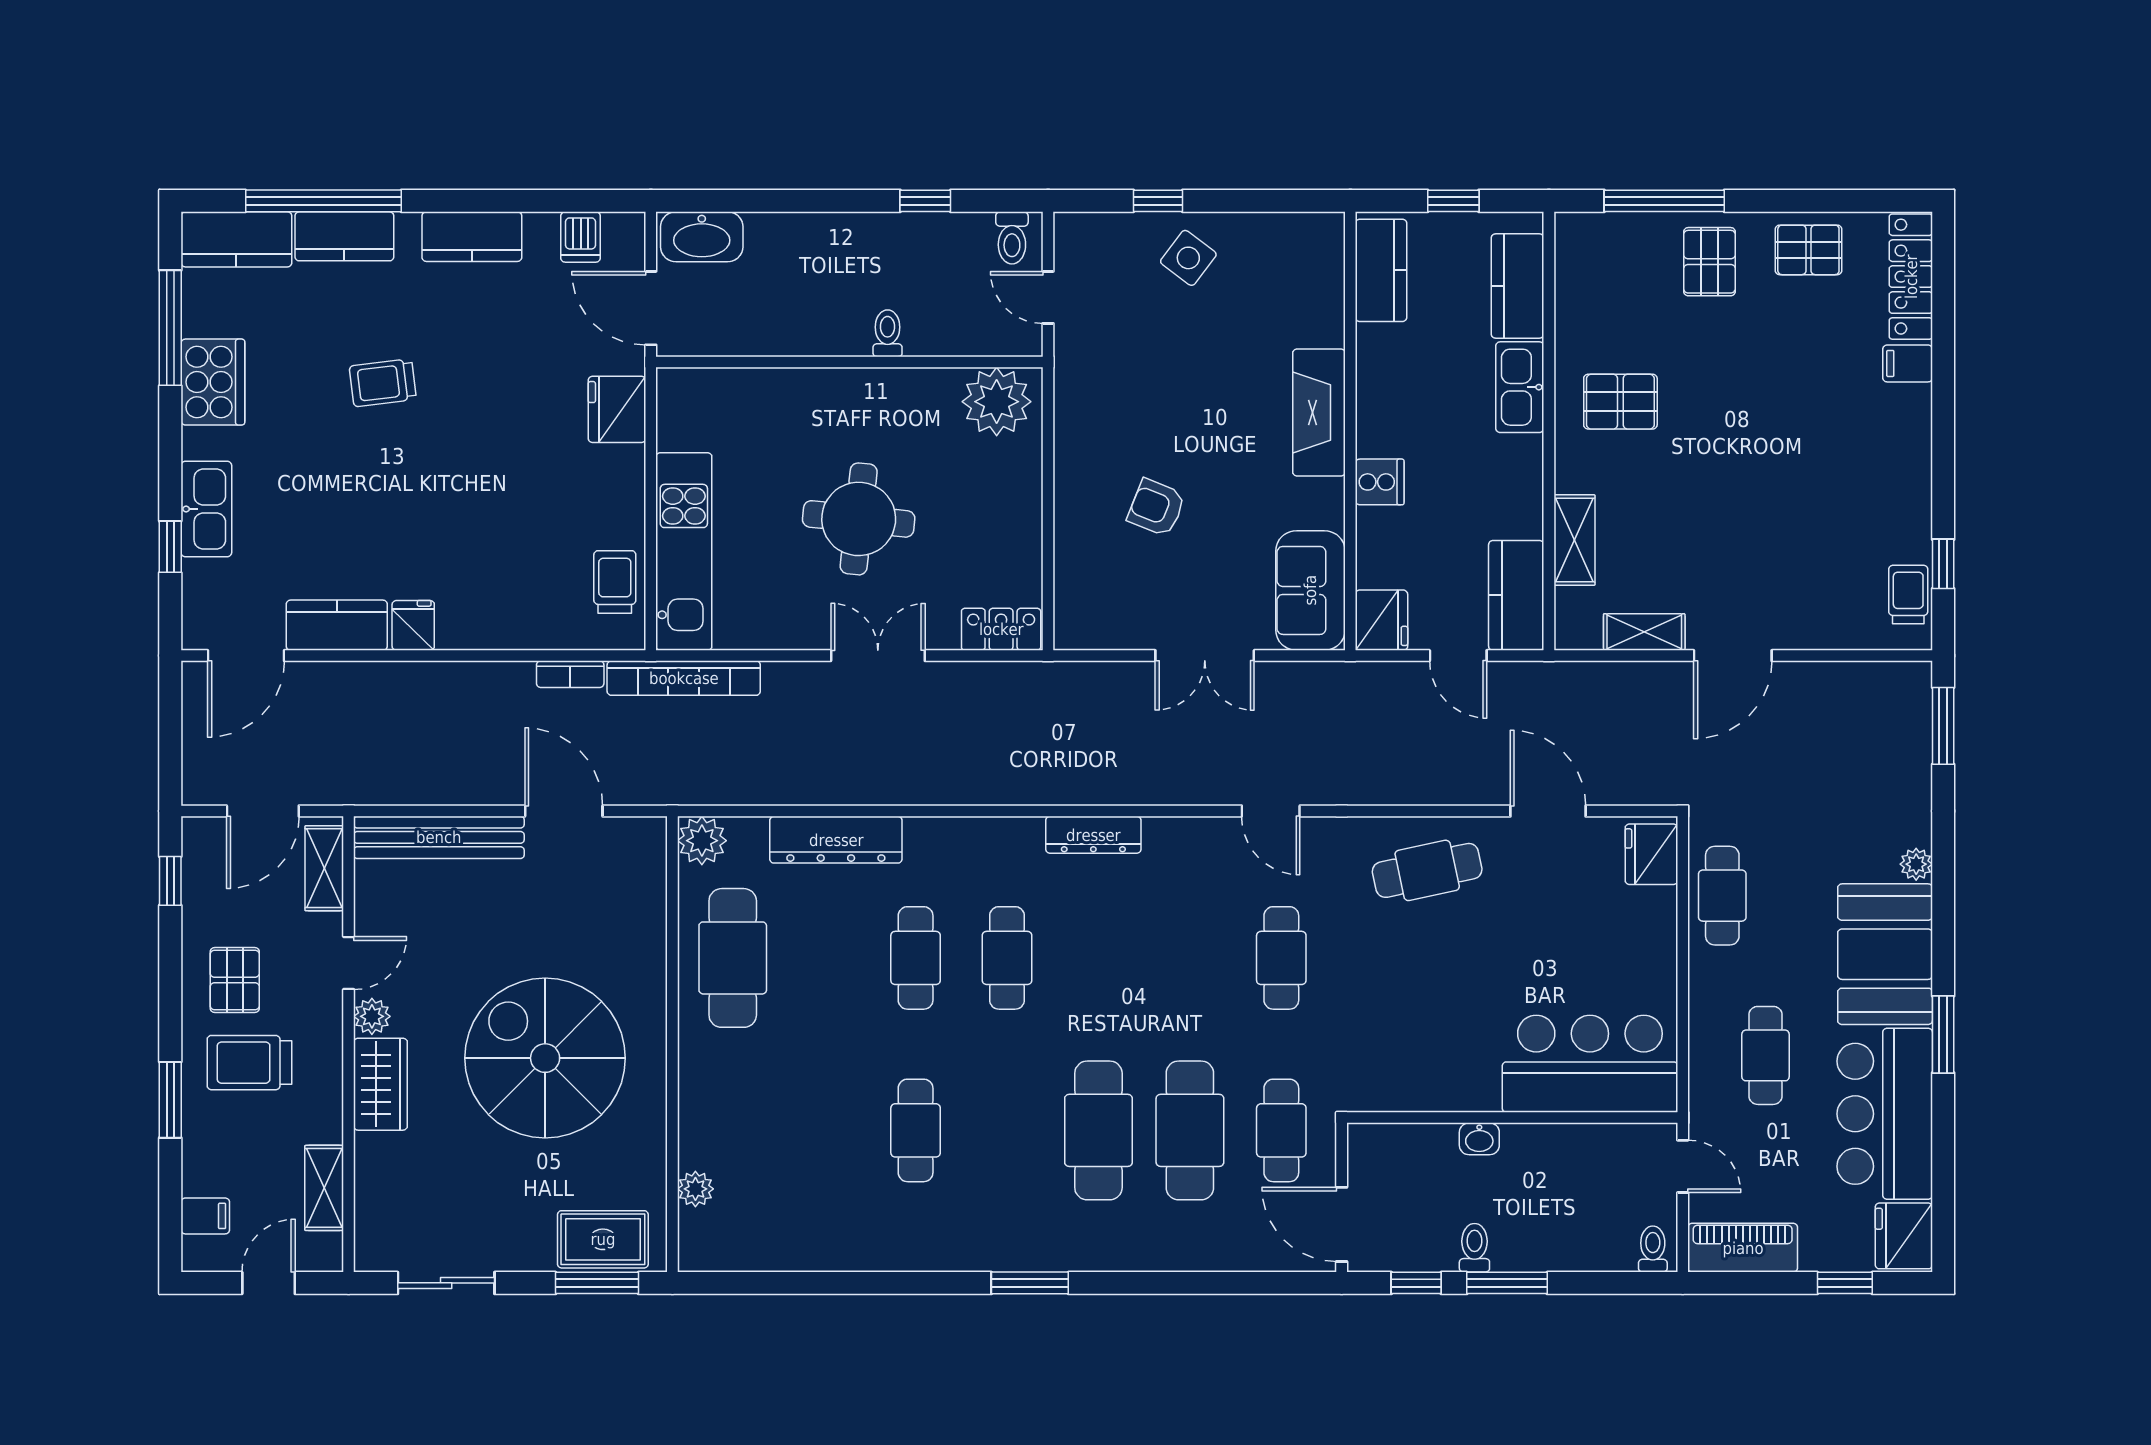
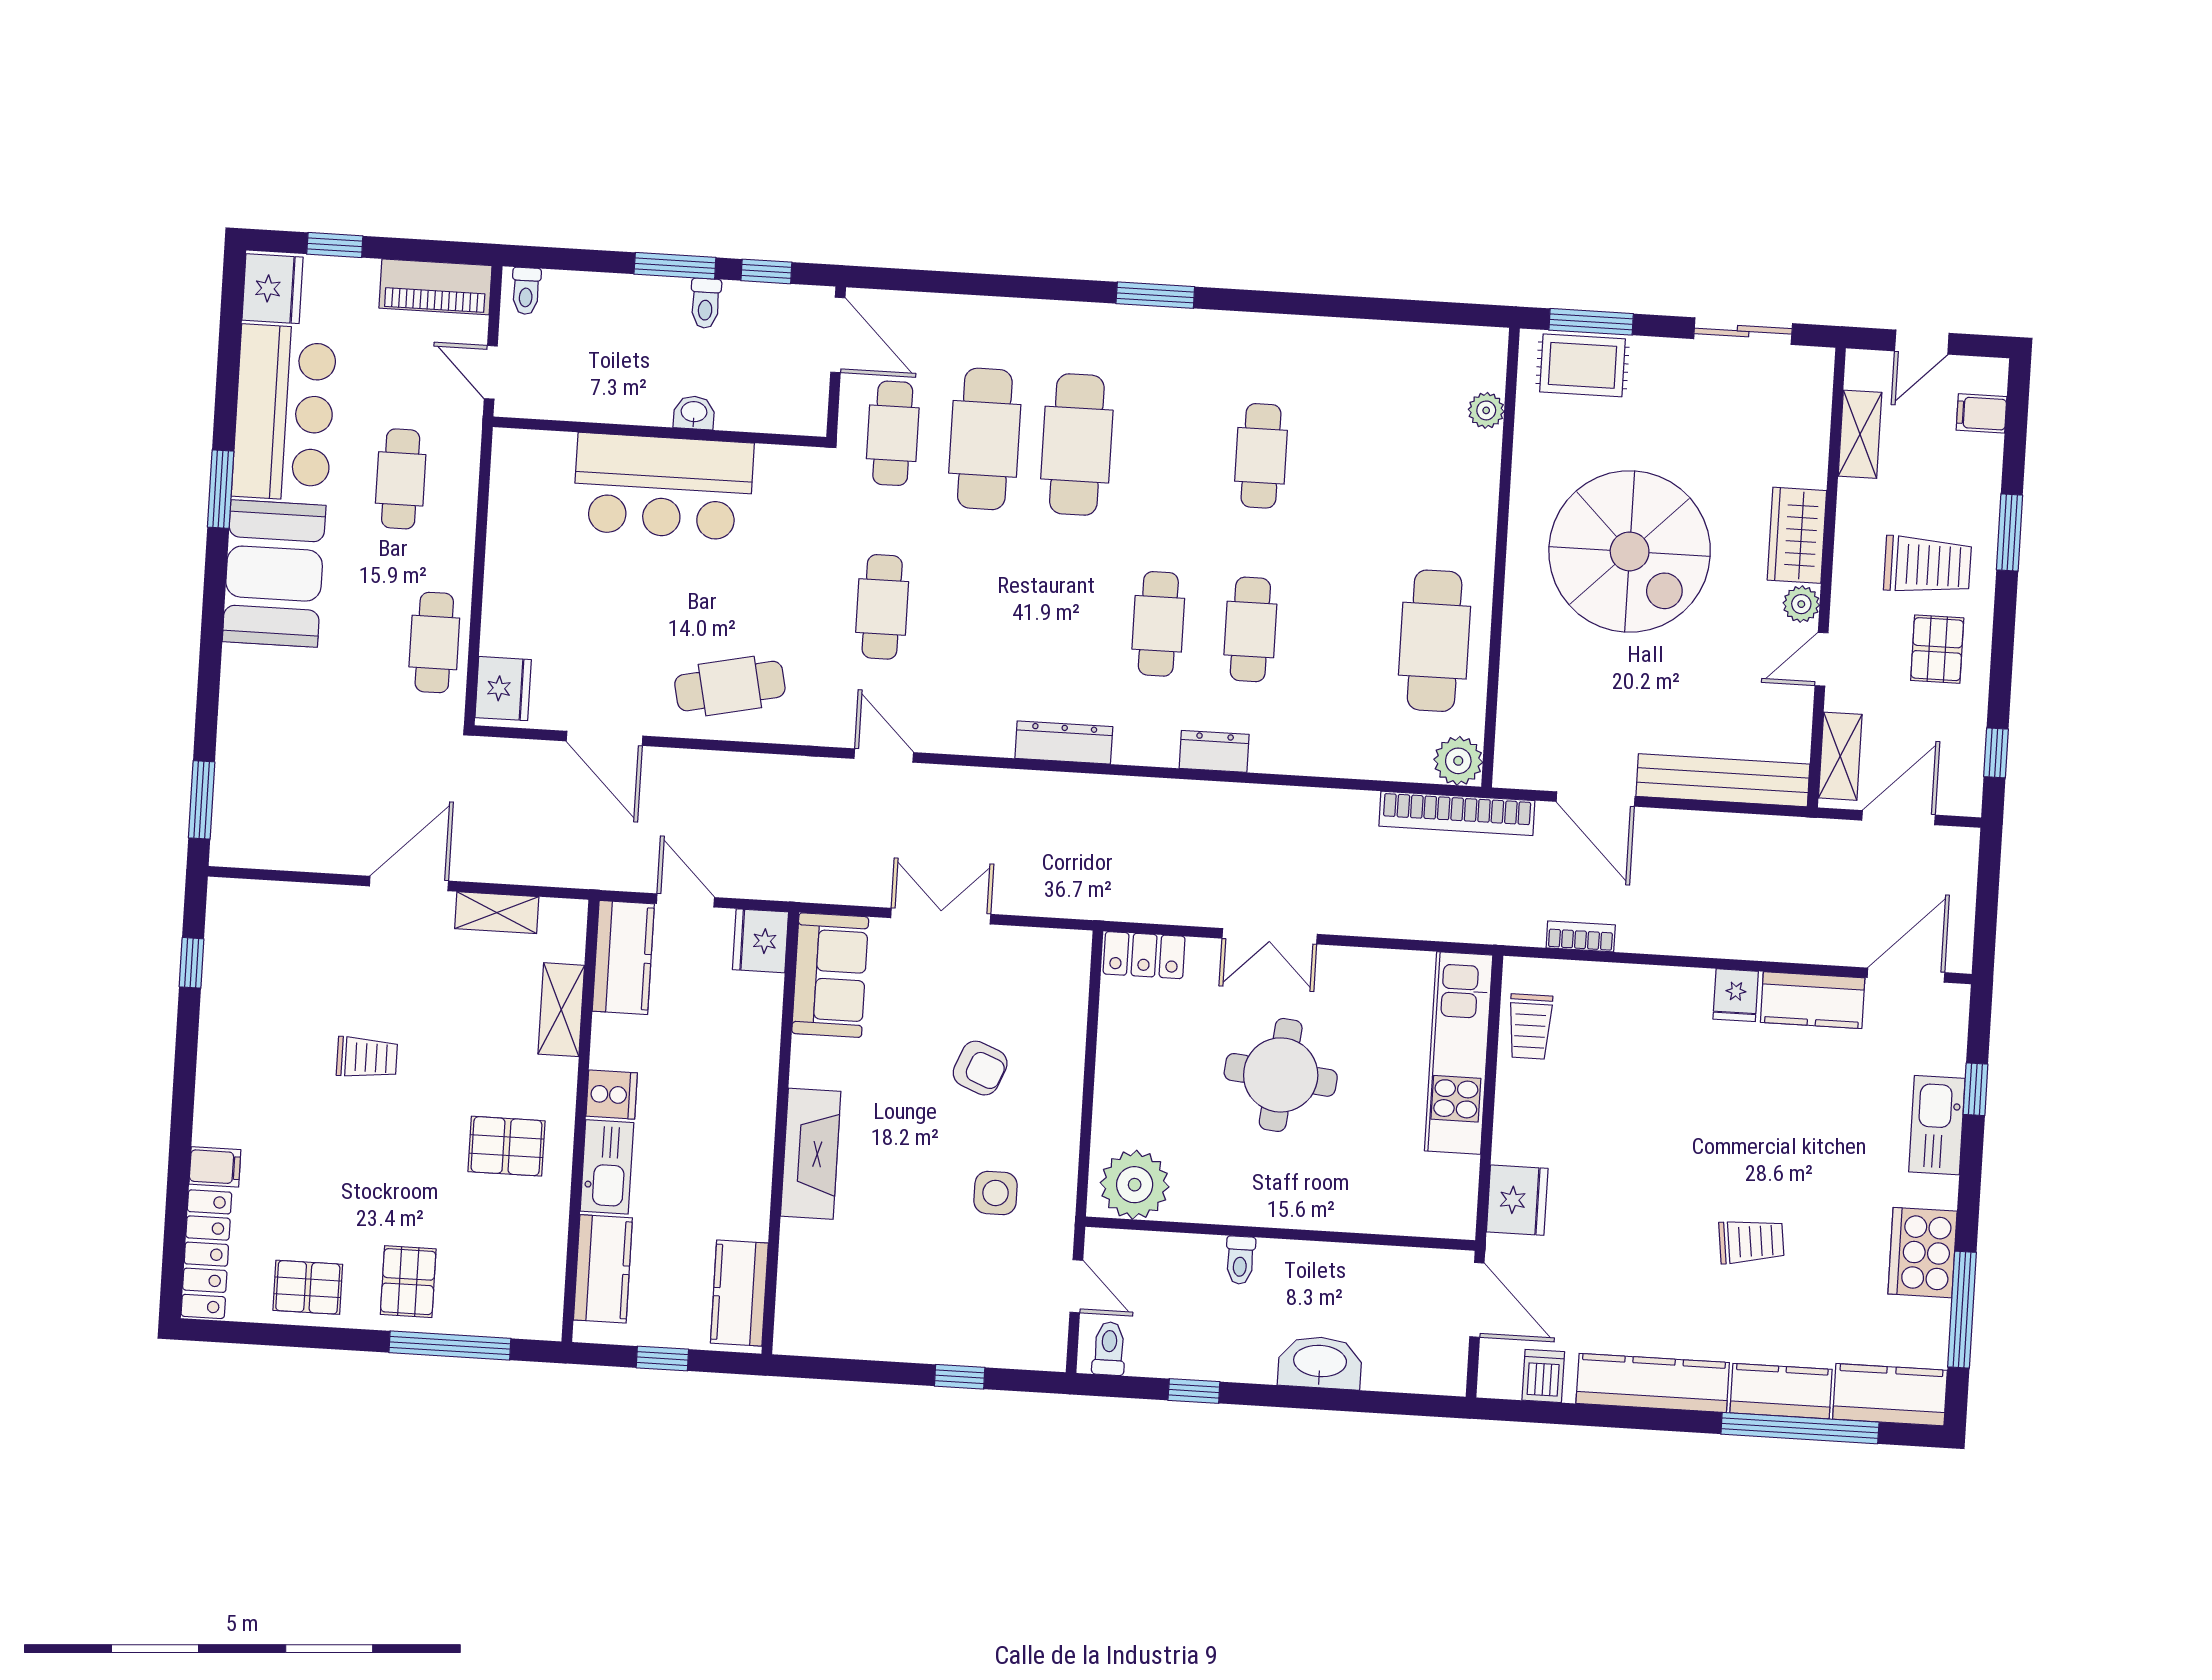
kitchen counter: (472, 237) -> (1653, 1383), width x1.50
washbasin: (702, 237) -> (1320, 1363), moved
side table: (1188, 258) -> (996, 1193), moved, turned -37
cooker: (1380, 482) -> (612, 1095), moved, turned 180
trolley: (1908, 594) -> (367, 1058), moved, turned -90
bookcase: (684, 678) -> (1457, 813), moved, turned 180
dresser: (836, 840) -> (1214, 751), moved, width x0.51, depth x0.80
plant: (1916, 864) -> (237, 662), removed
bar counter: (1590, 1064) -> (663, 487), moved

